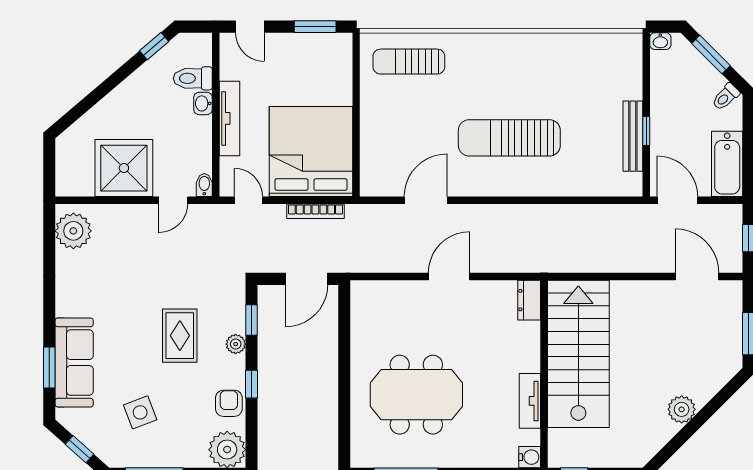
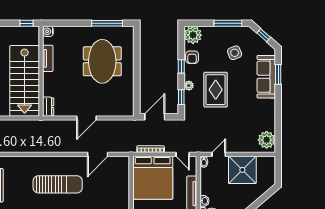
rug: (180, 336) -> (216, 90), width x1.36, depth x1.43
meeting table: (416, 395) -> (102, 61), turned 90

